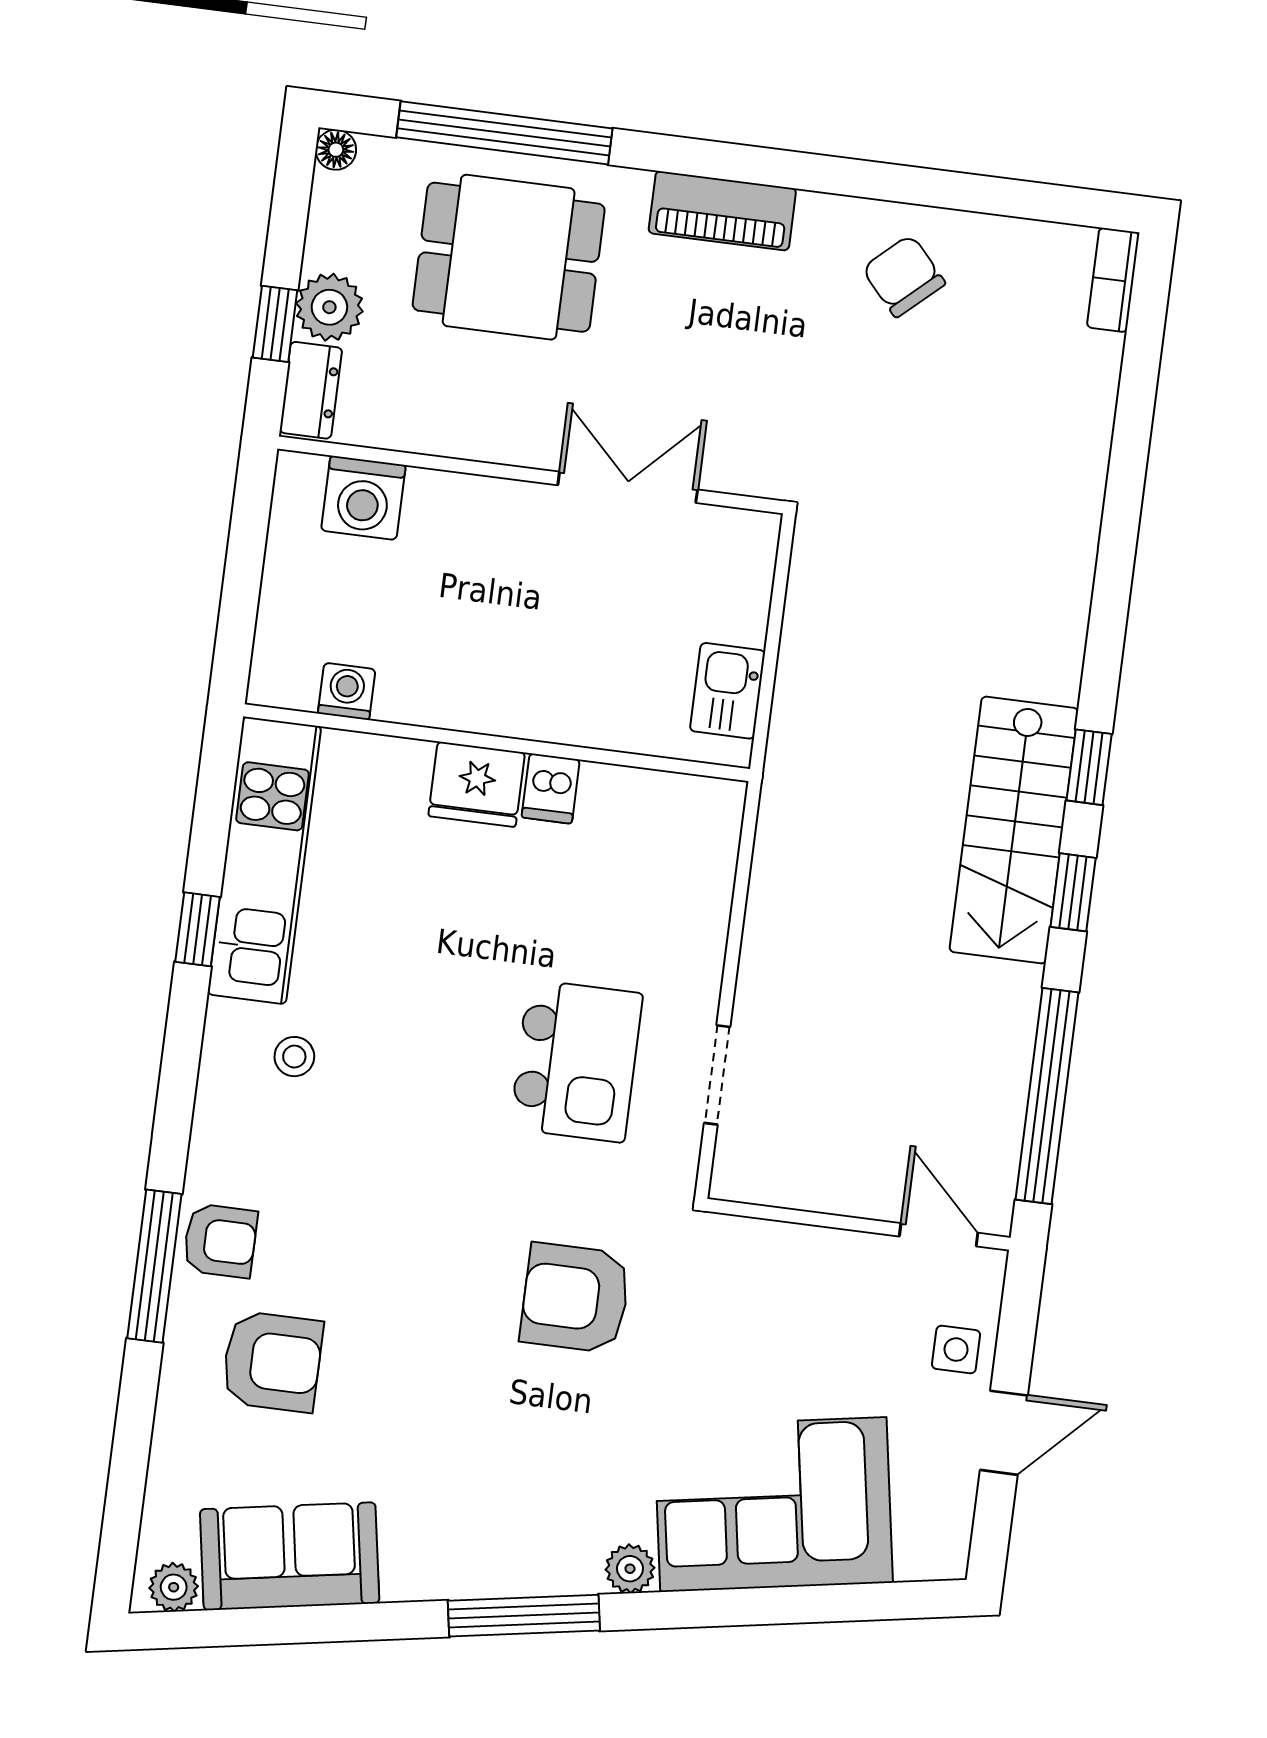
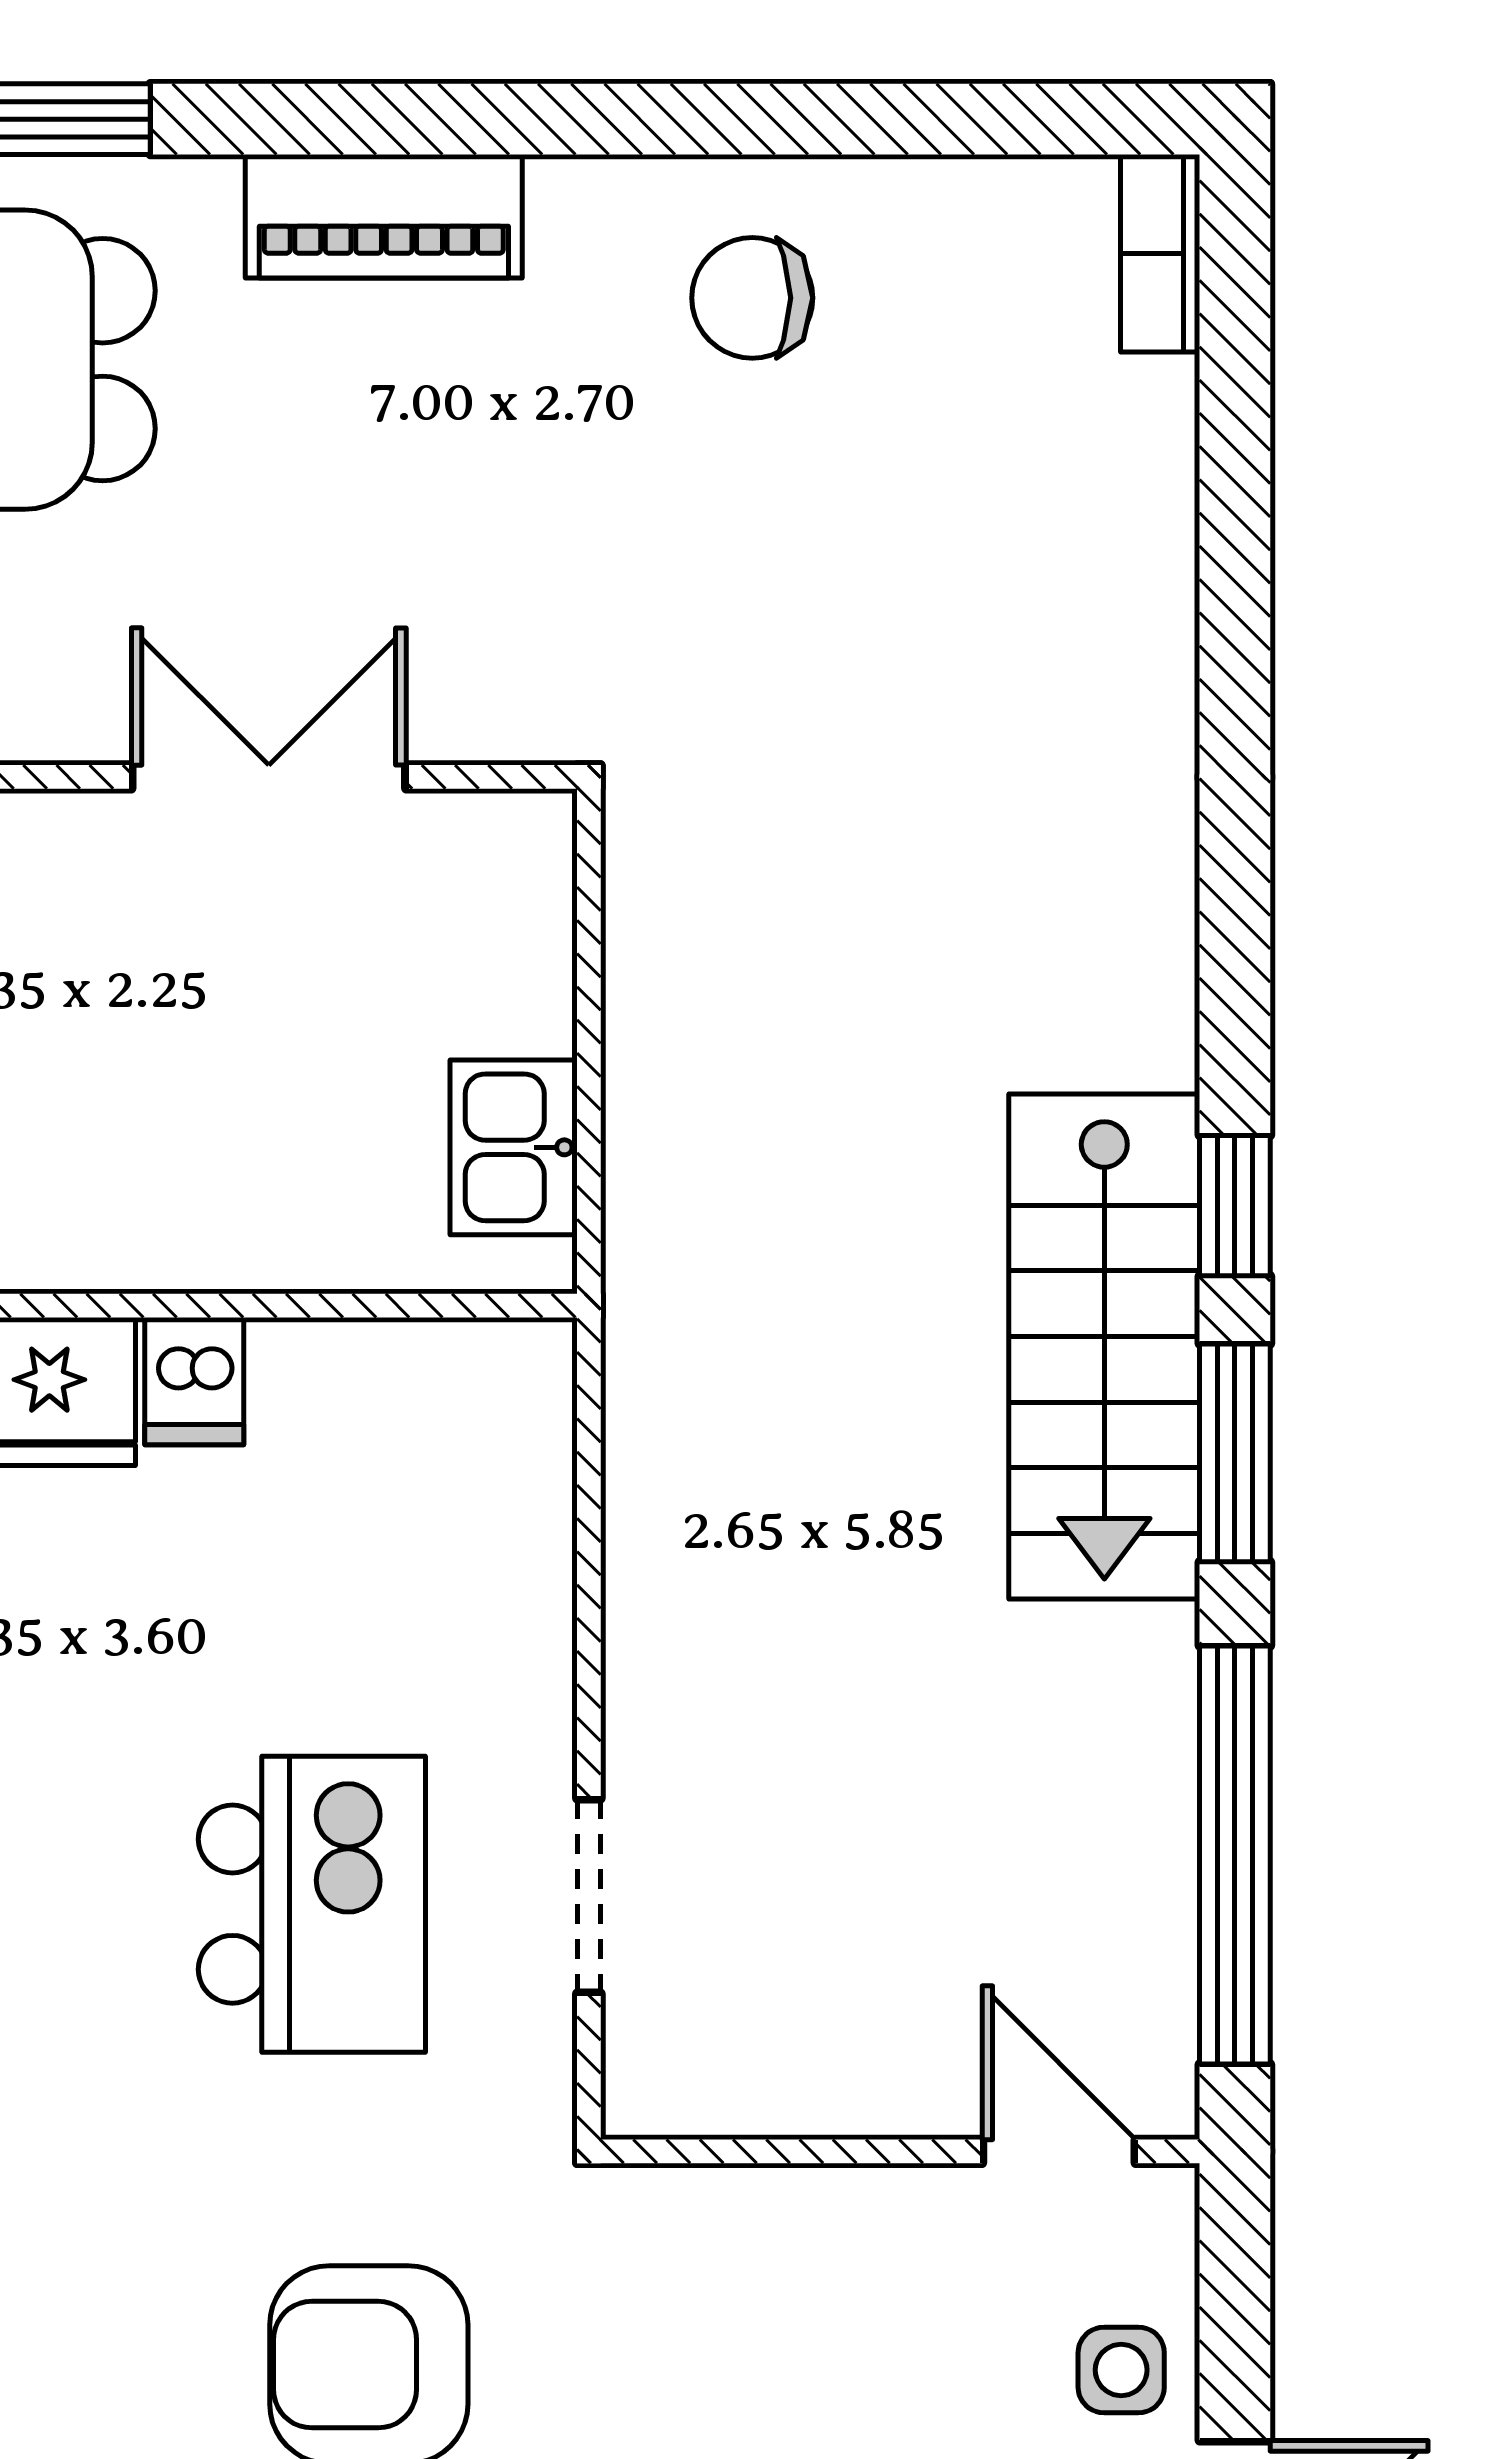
chair: (904, 276) -> (752, 298), turned -48
window: (1073, 892) -> (1235, 1453), width x1.50

